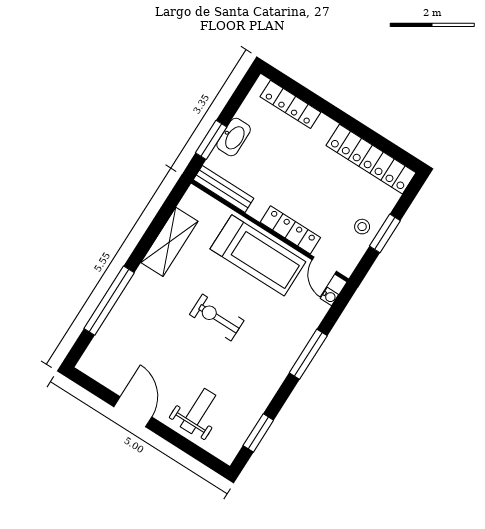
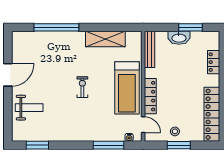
locker: (290, 104) -> (214, 62), width x0.66
window: (211, 140) -> (190, 27), moved
door: (324, 265) -> (143, 125), swing flipped
exercise bike: (217, 317) -> (82, 87), width x0.73, depth x0.72
window: (308, 354) -> (108, 145), moved

